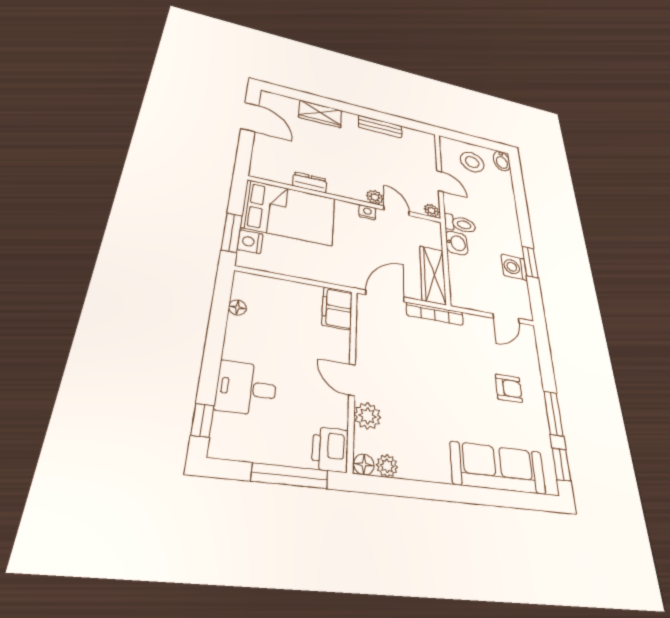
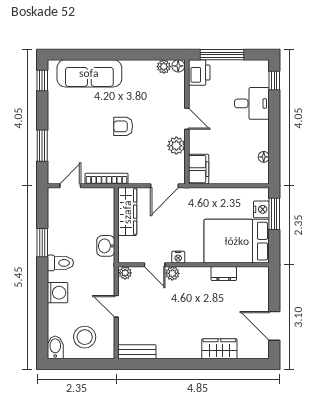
bench: (380, 127) -> (137, 352), moved
toilet: (460, 224) -> (60, 263), moved, turned 180
washing machine: (514, 267) -> (57, 293), moved
bookcase: (435, 314) -> (107, 179), moved
armchair: (509, 388) -> (123, 126), moved
window: (554, 413) -> (42, 146), moved
plant: (368, 416) -> (176, 146), moved

